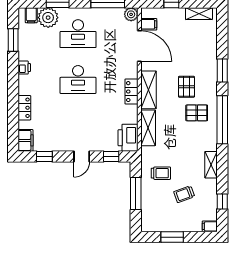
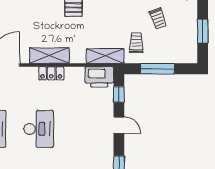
pallet: (186, 87) -> (46, 16), removed
shelving: (148, 128) -> (105, 56), moved

